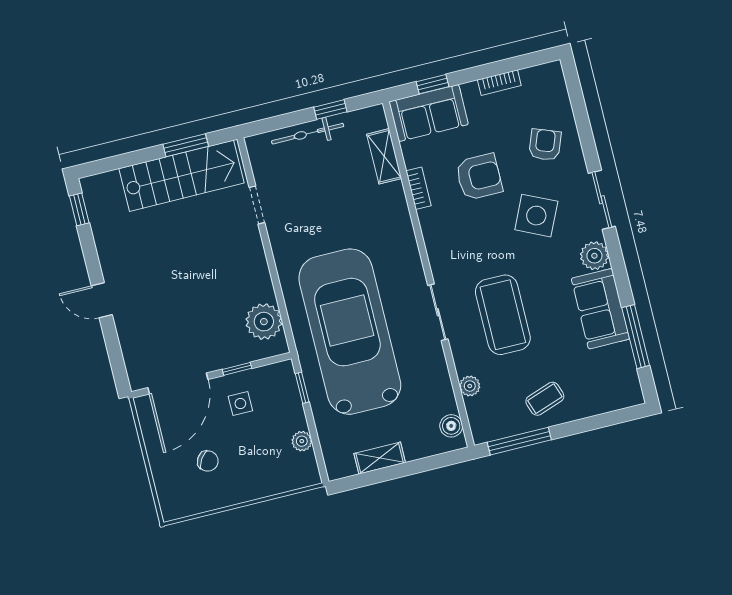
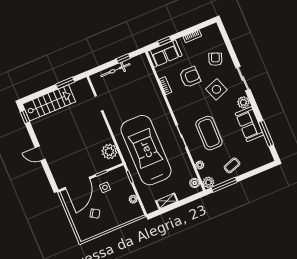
shelving: (384, 156) -> (149, 75), removed
stairs: (181, 176) -> (49, 103), moved
side table: (536, 216) -> (216, 89), turned 45
plant: (484, 430) -> (208, 182), added

